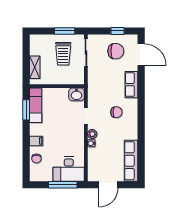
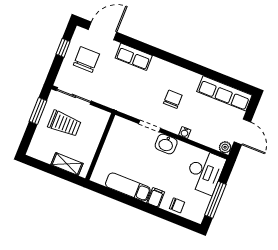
washbasin: (76, 94) -> (166, 144), moved, turned 90
exam couch: (36, 105) -> (128, 187), moved
window: (26, 110) -> (114, 195), removed
chair: (116, 112) -> (173, 99), moved
plant: (92, 134) -> (225, 147), moved
window: (63, 185) -> (215, 200), moved

